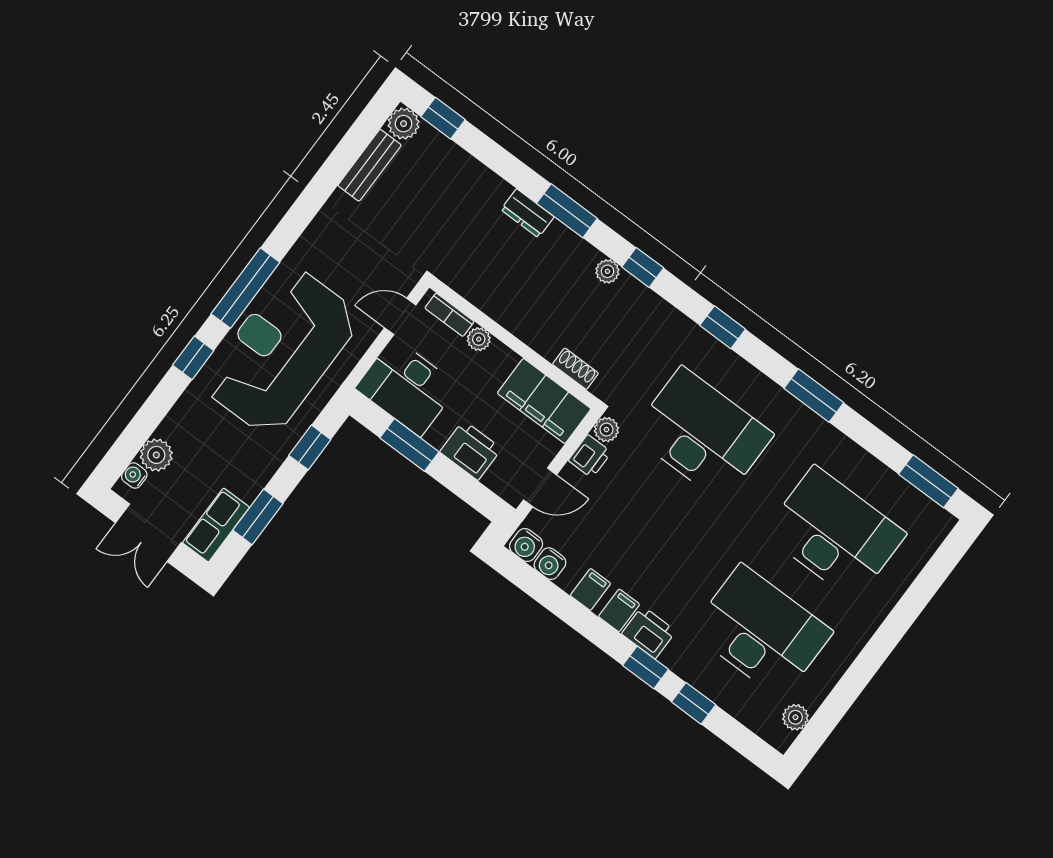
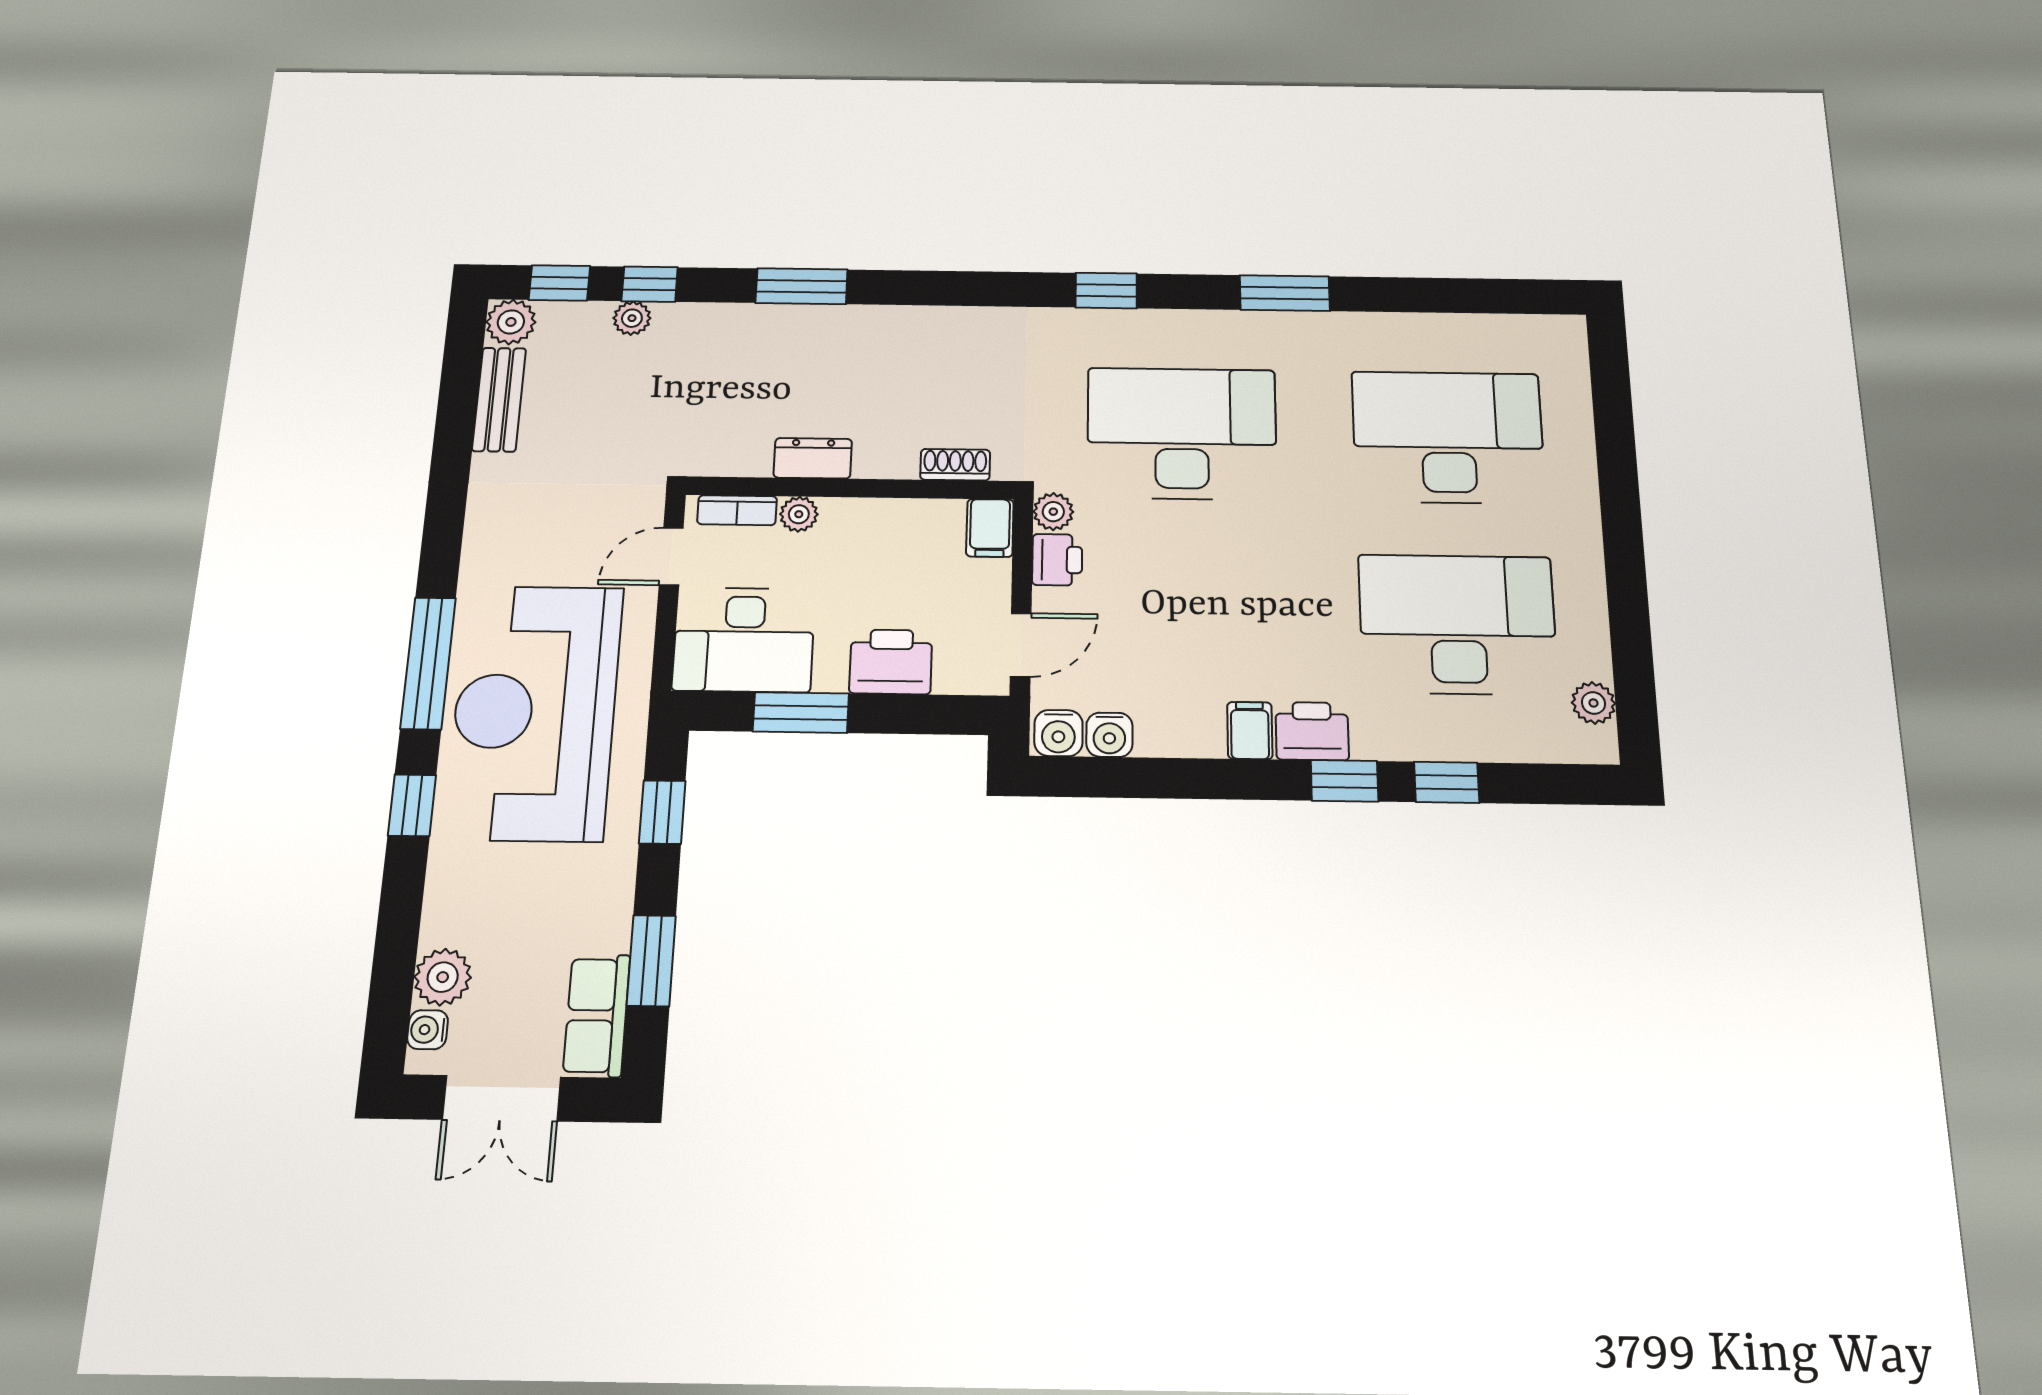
dresser: (527, 213) -> (813, 458), moved, turned 180
window: (643, 267) -> (650, 284), moved
plant: (607, 271) -> (632, 318), moved
filing cabinet: (544, 401) -> (990, 528), width x0.33, depth x0.86
window: (928, 481) -> (1509, 296), removed
filing cabinet: (590, 589) -> (1190, 730), removed

